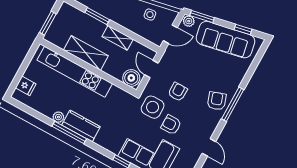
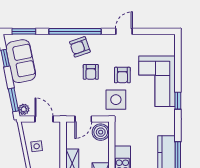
sofa: (225, 40) -> (21, 61), width x0.73
window: (258, 59) -> (24, 31), added
armchair: (178, 92) -> (91, 72), moved, turned -90
window: (233, 104) -> (75, 31), width x1.46

